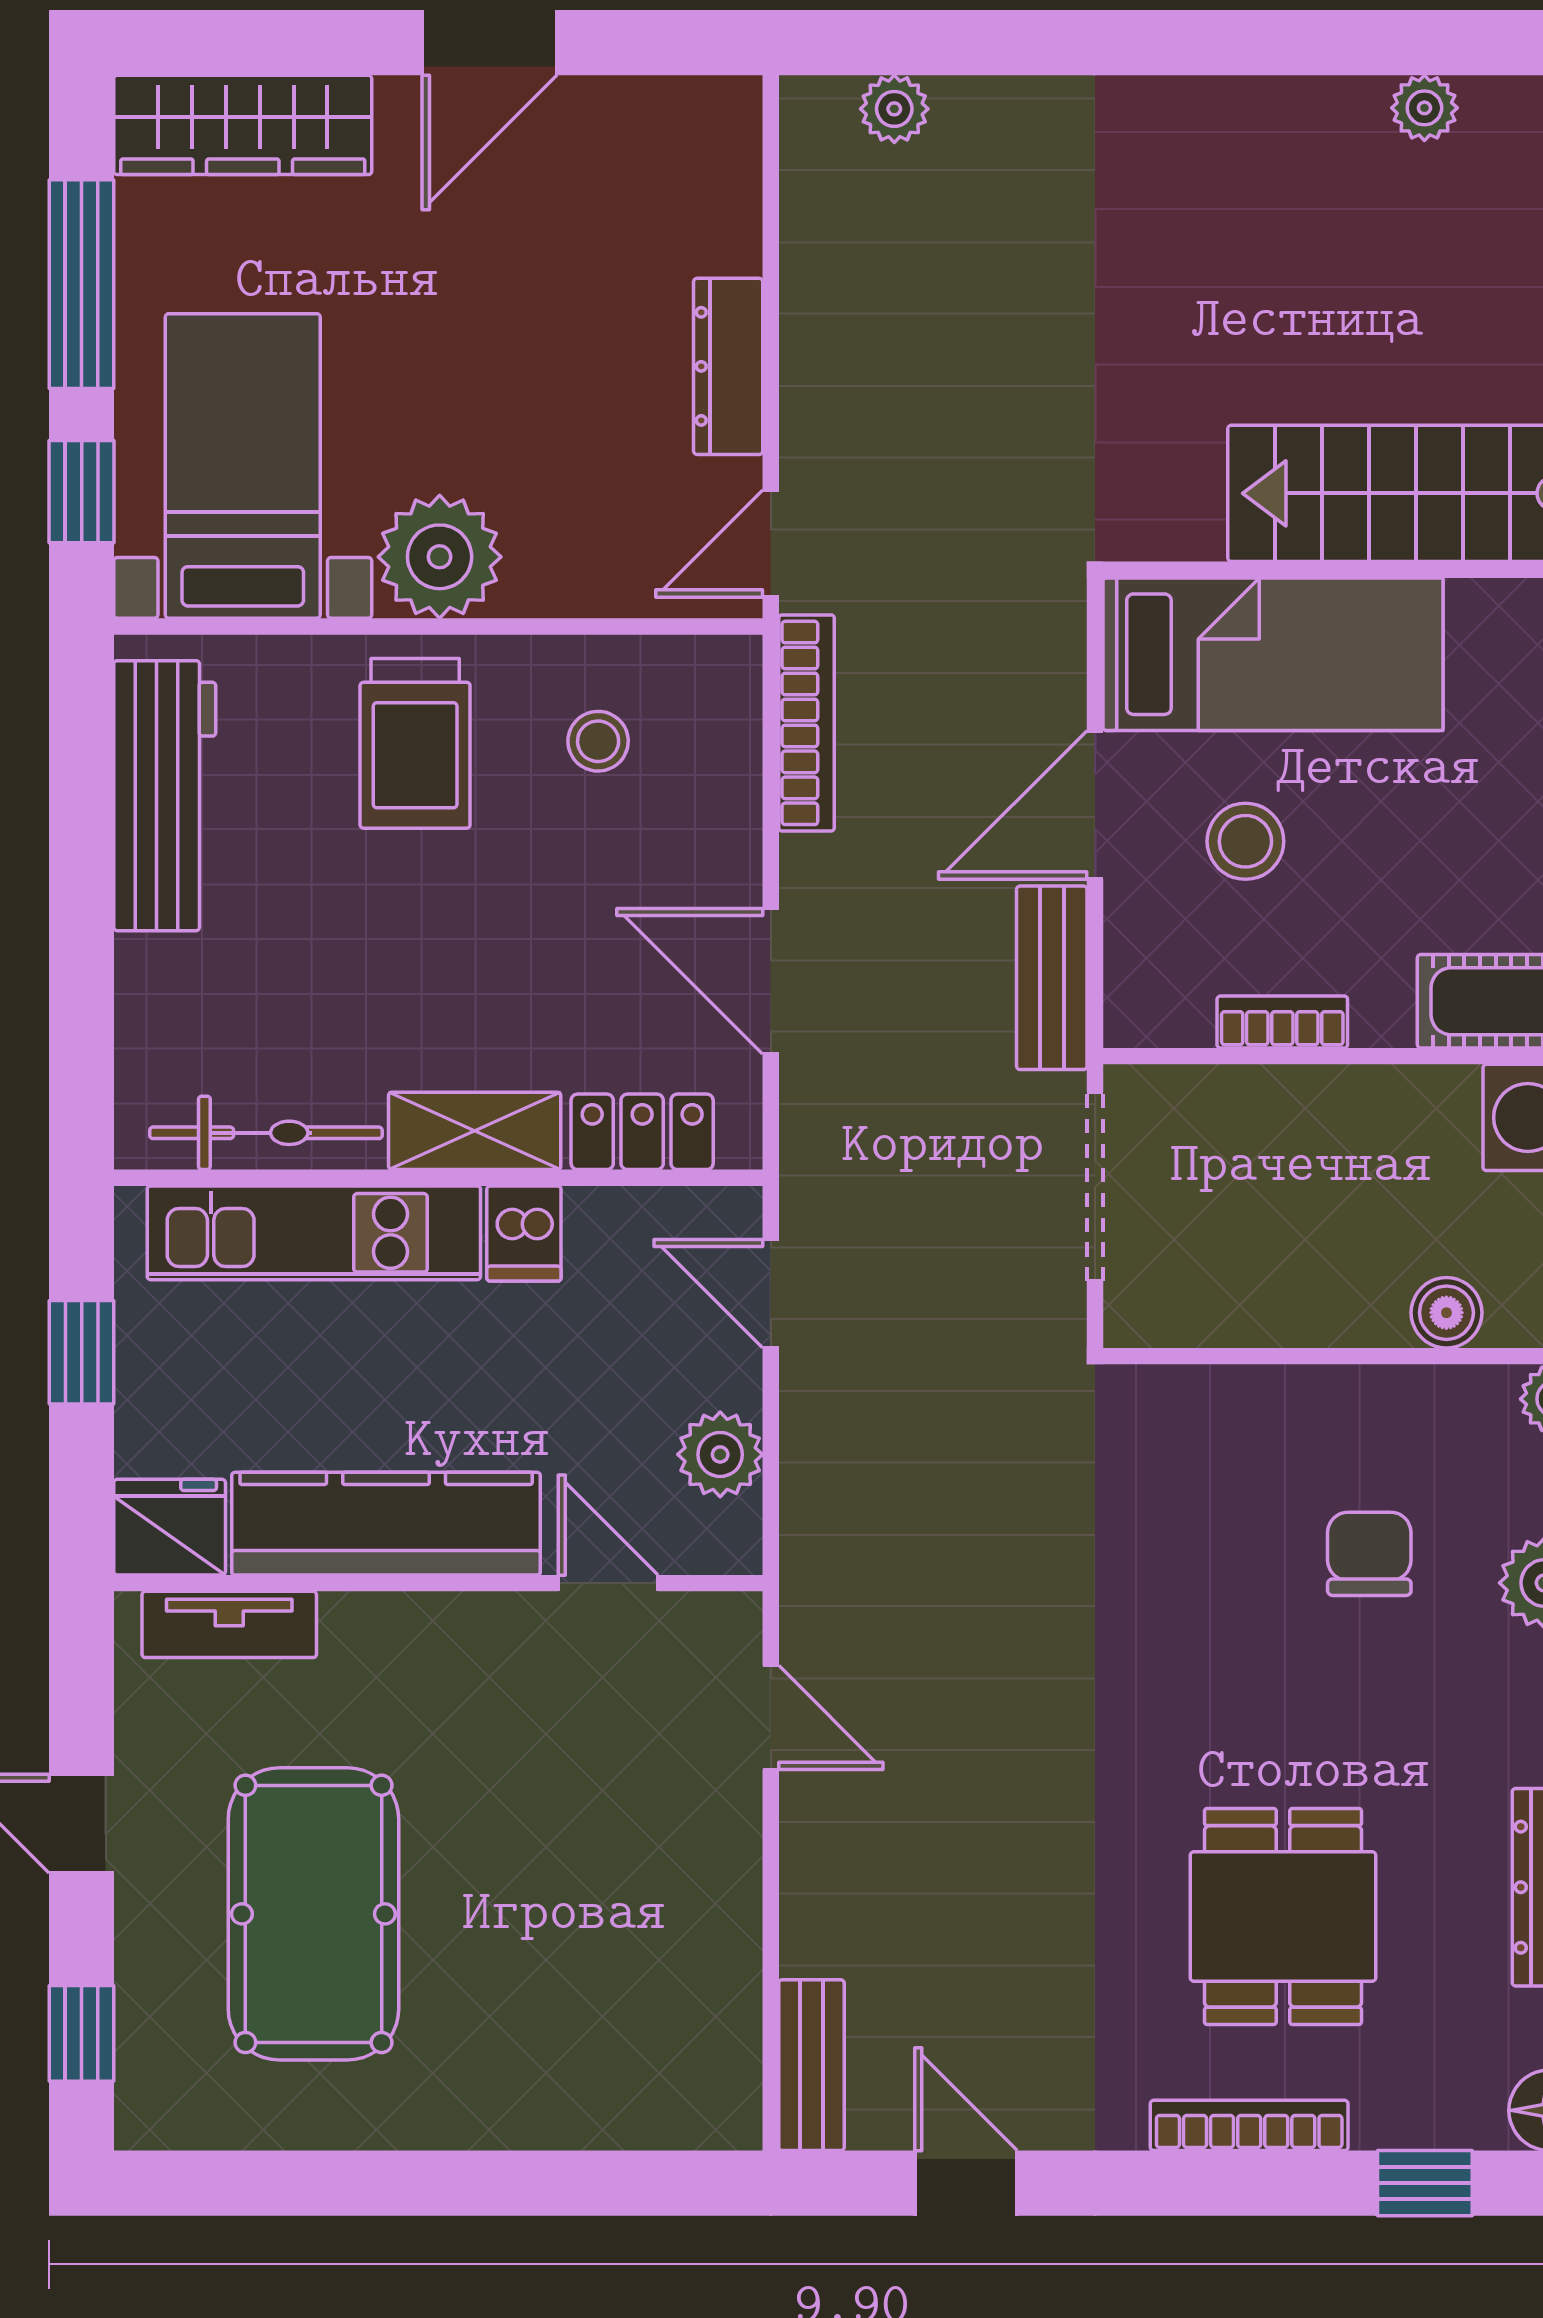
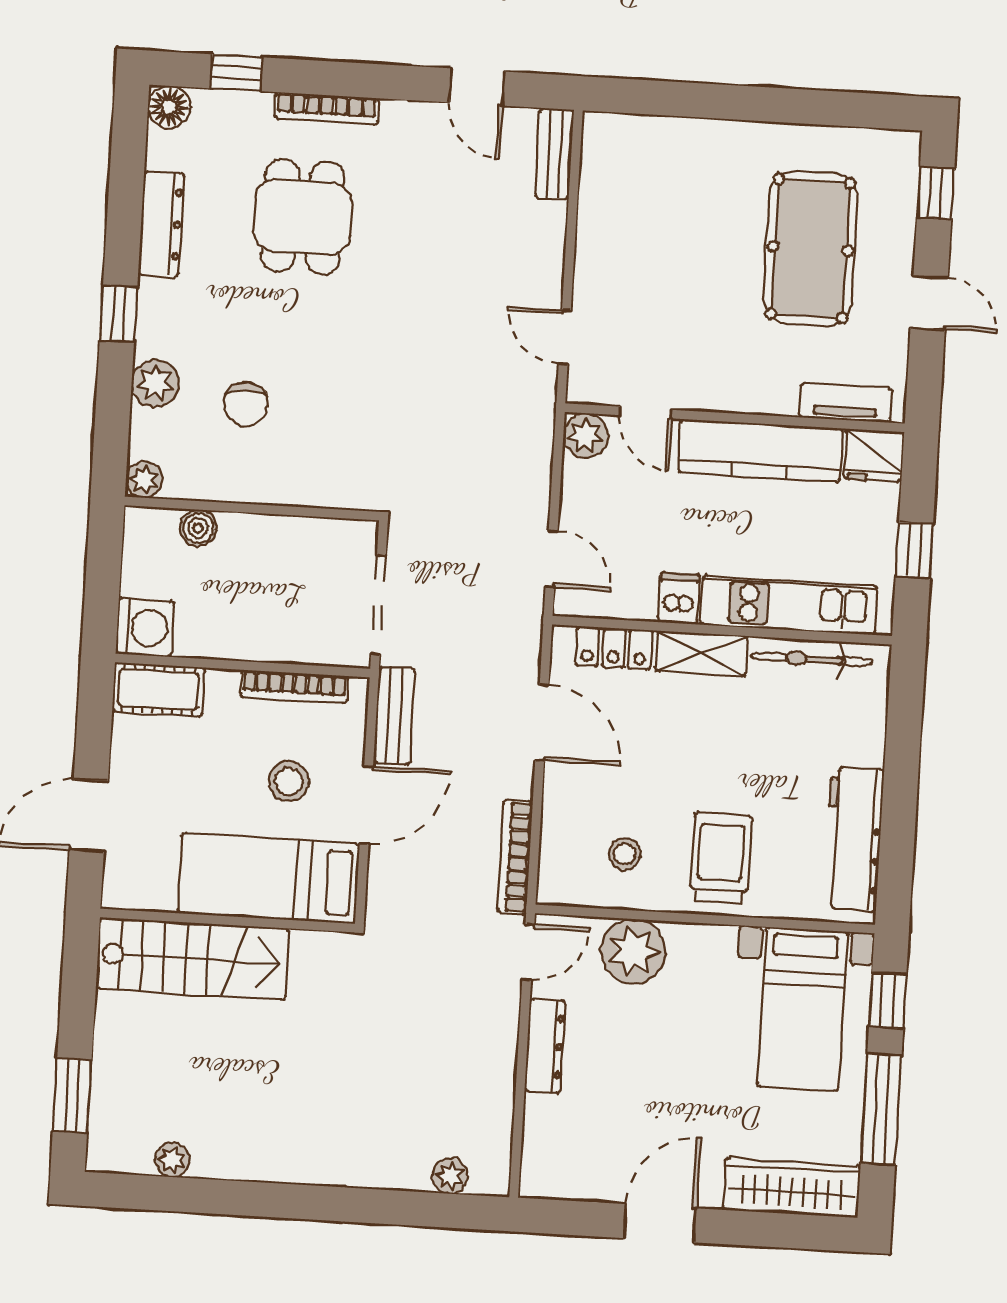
plant: (440, 557) -> (633, 951), moved
bookcase: (1282, 1022) -> (294, 687), width x1.56
plant: (720, 1454) -> (585, 436), moved

